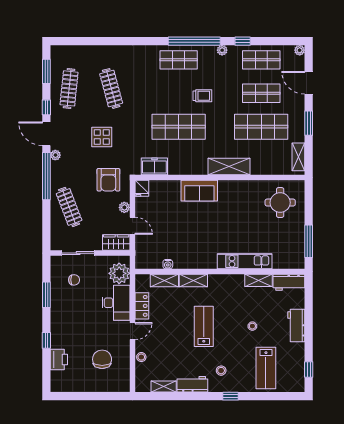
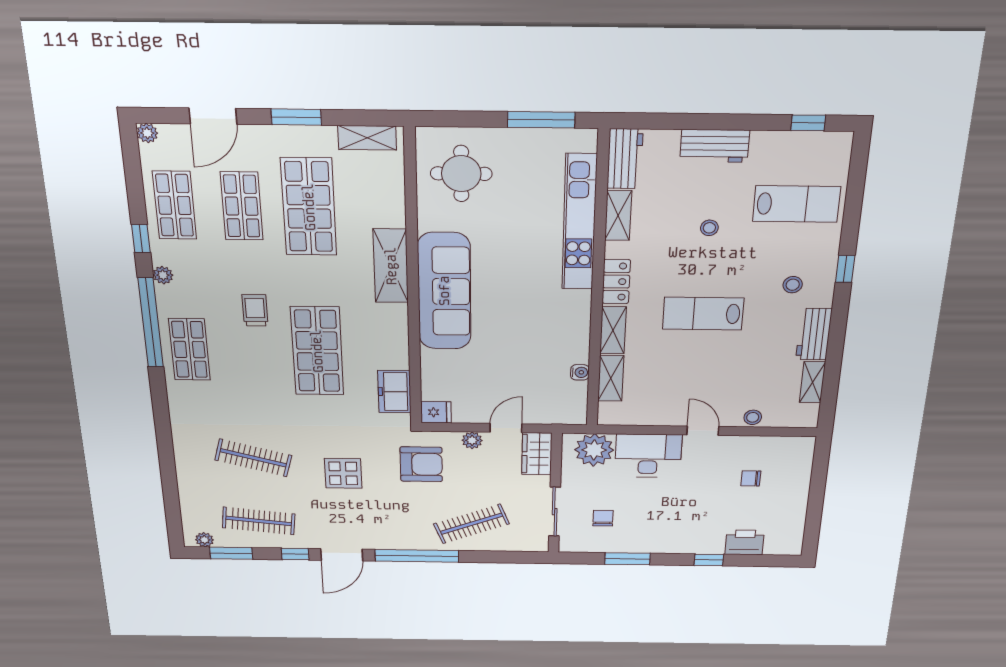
clothes rail: (111, 88) -> (253, 458), turned 30
plant: (55, 155) -> (205, 540), moved
sofa: (199, 191) -> (444, 291), width x1.85, depth x1.27
kitchen unit: (245, 261) -> (579, 222), width x1.36
locker: (142, 306) -> (616, 282), moved, turned 90
chair: (102, 359) -> (751, 478), width x0.54, depth x0.54

